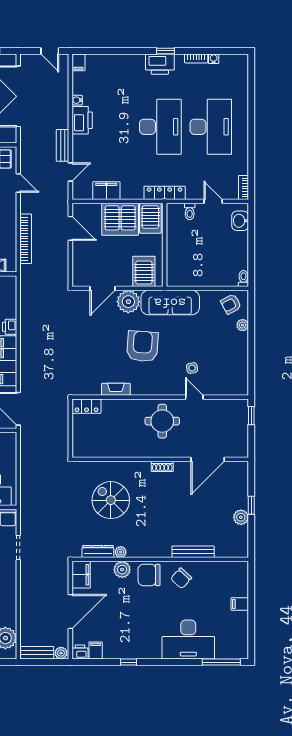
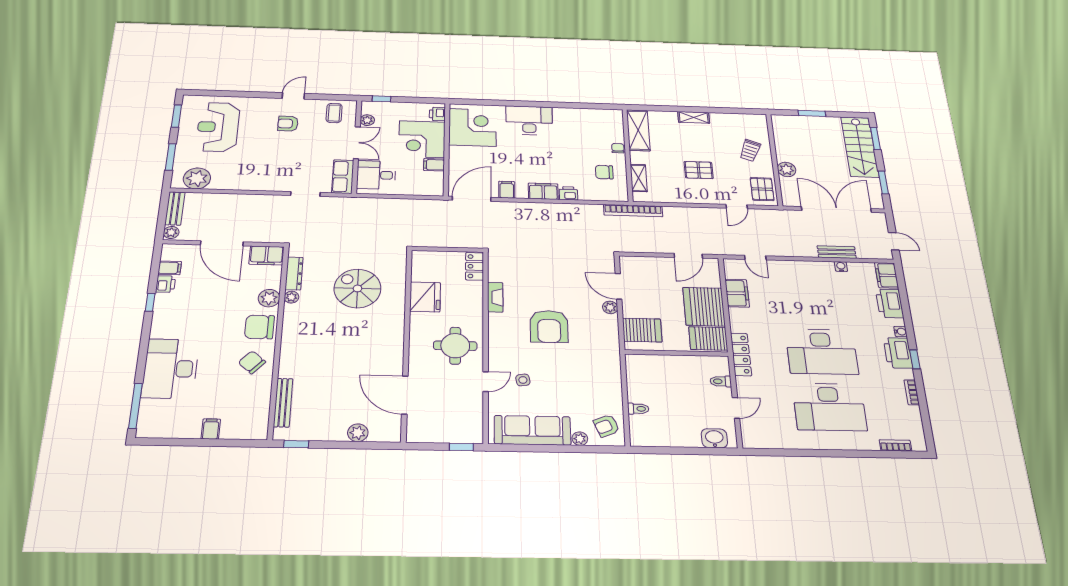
door: (50, 51) -> (894, 241), swing flipped
water cooler: (214, 59) -> (901, 332), moved
filing cabinet: (78, 62) -> (887, 275), width x2.00
printer: (82, 120) -> (890, 303), moved, turned 90
bench: (63, 145) -> (837, 252), moved
bookcase: (244, 188) -> (895, 445), moved
bookcase: (26, 239) -> (633, 211), moved
toilet: (243, 279) -> (638, 409), moved
plant: (128, 302) -> (610, 307), width x0.53, depth x0.53
sofa: (170, 303) -> (532, 430), moved, turned 90
armchair: (231, 304) -> (606, 426), turned -85
armchair: (143, 346) -> (549, 326), turned 86
fridge: (117, 446) -> (425, 297), added
shoe rack: (162, 466) -> (398, 344), removed
spiral stairs: (111, 500) -> (357, 288), turned -90
window: (251, 505) -> (296, 444), moved
plant: (241, 517) -> (358, 433), moved
bench: (193, 552) -> (283, 403), moved
chair: (149, 575) -> (259, 327), turned -90
printer: (80, 652) -> (165, 284), moved

